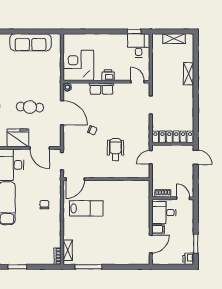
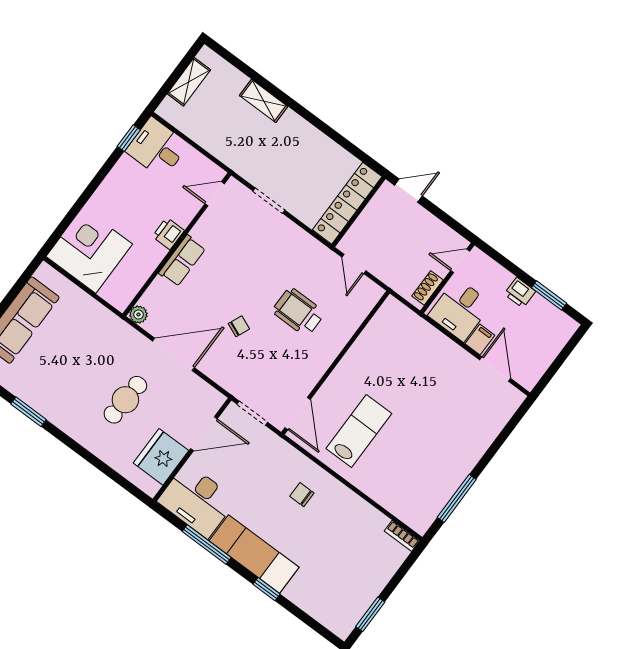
corner desk: (78, 65) -> (89, 250), moved, turned 90
shelving: (68, 250) -> (404, 512), removed
printer: (188, 259) -> (520, 293), moved

